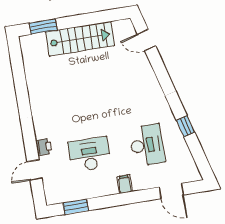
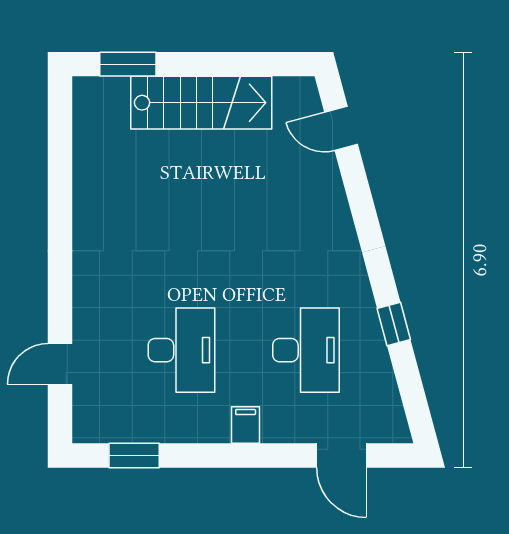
printer: (44, 147) -> (87, 318), removed
desk: (90, 154) -> (181, 350), turned 90

